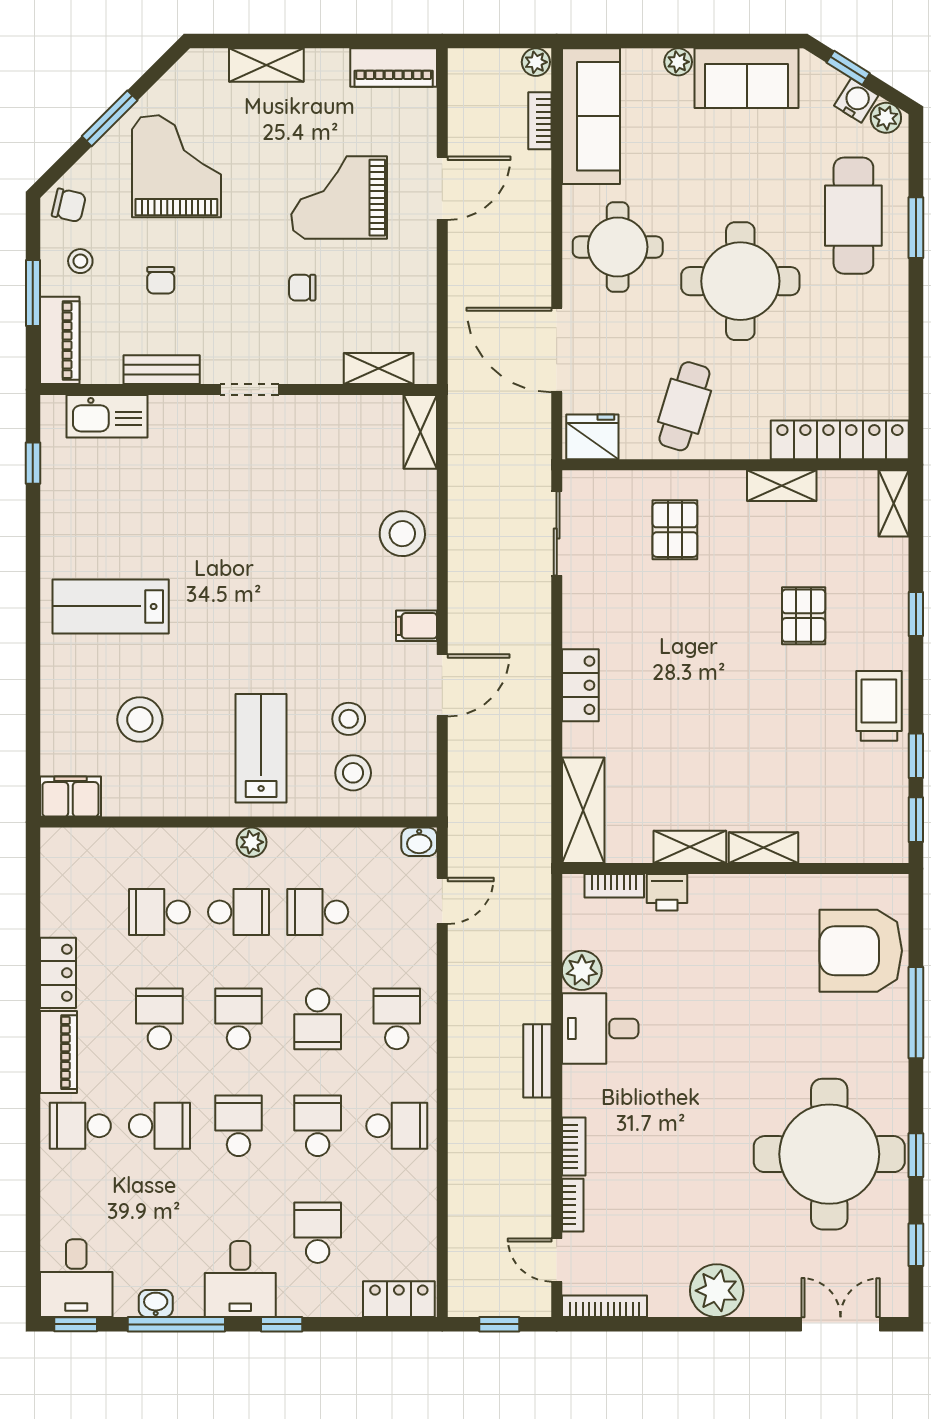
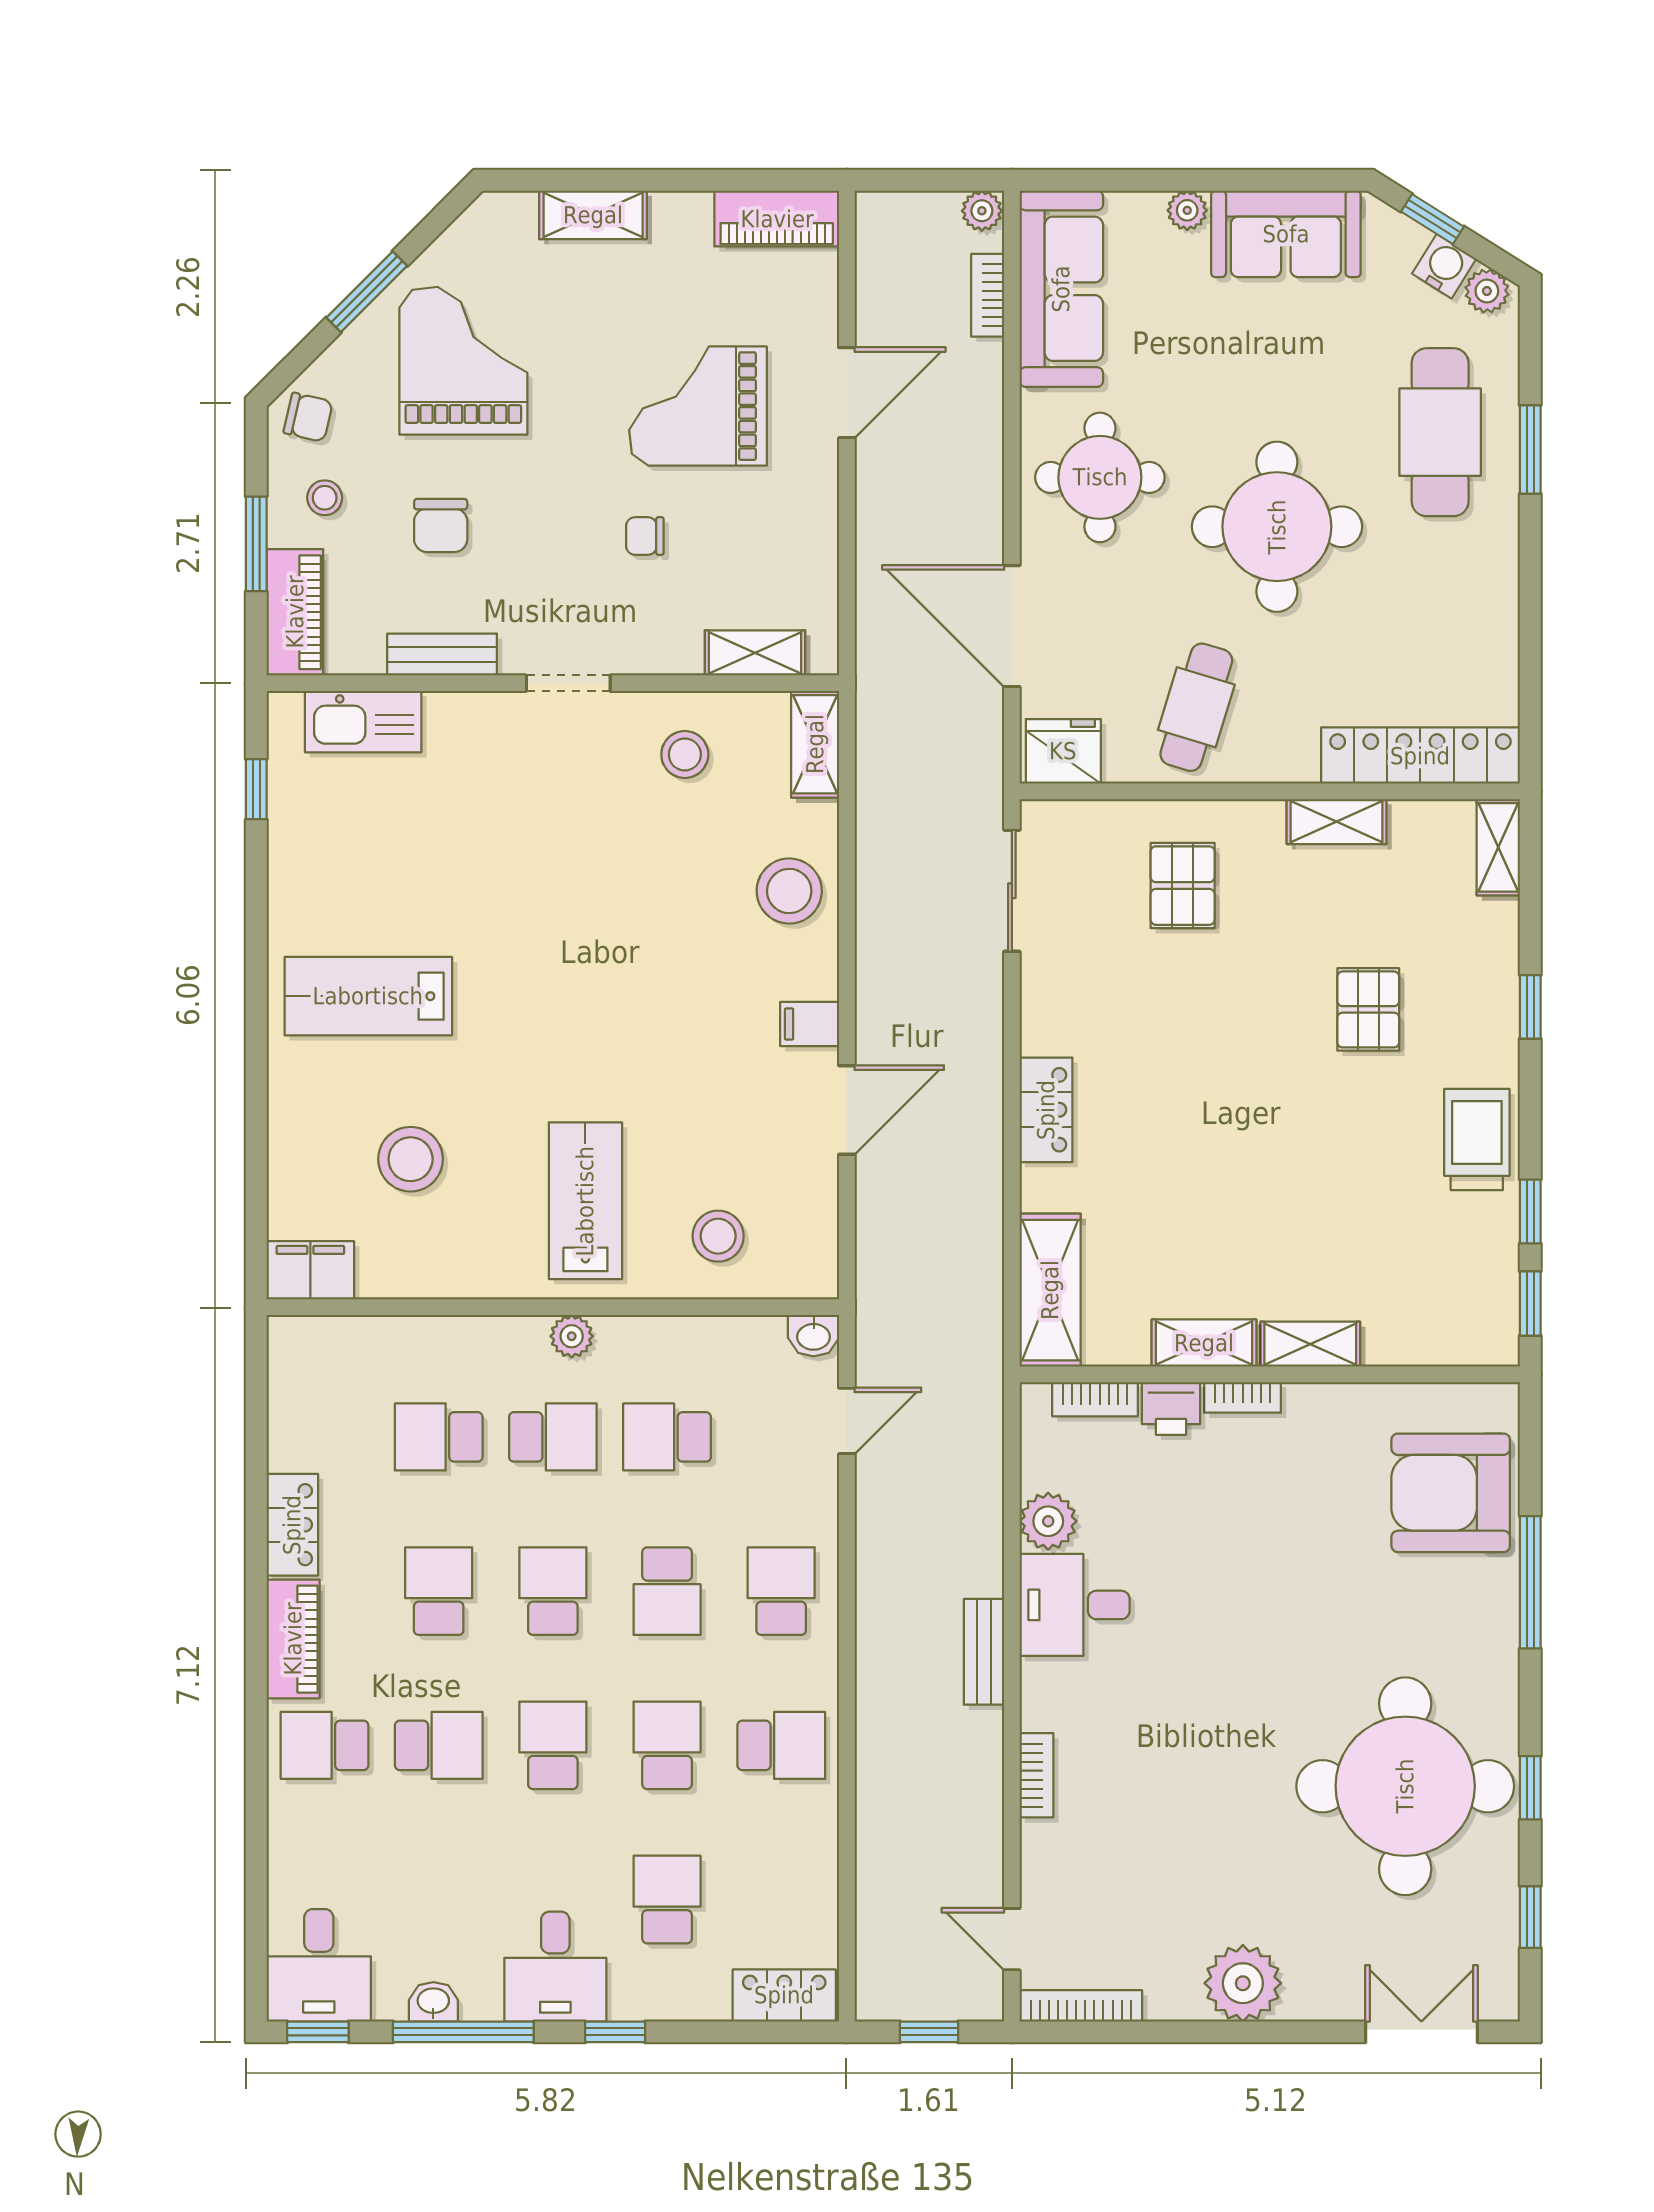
chair: (161, 280) -> (441, 525), width x1.37, depth x1.37
stool: (349, 719) -> (685, 754), moved
bookcase: (573, 1205) -> (1243, 1397), moved, turned 90

